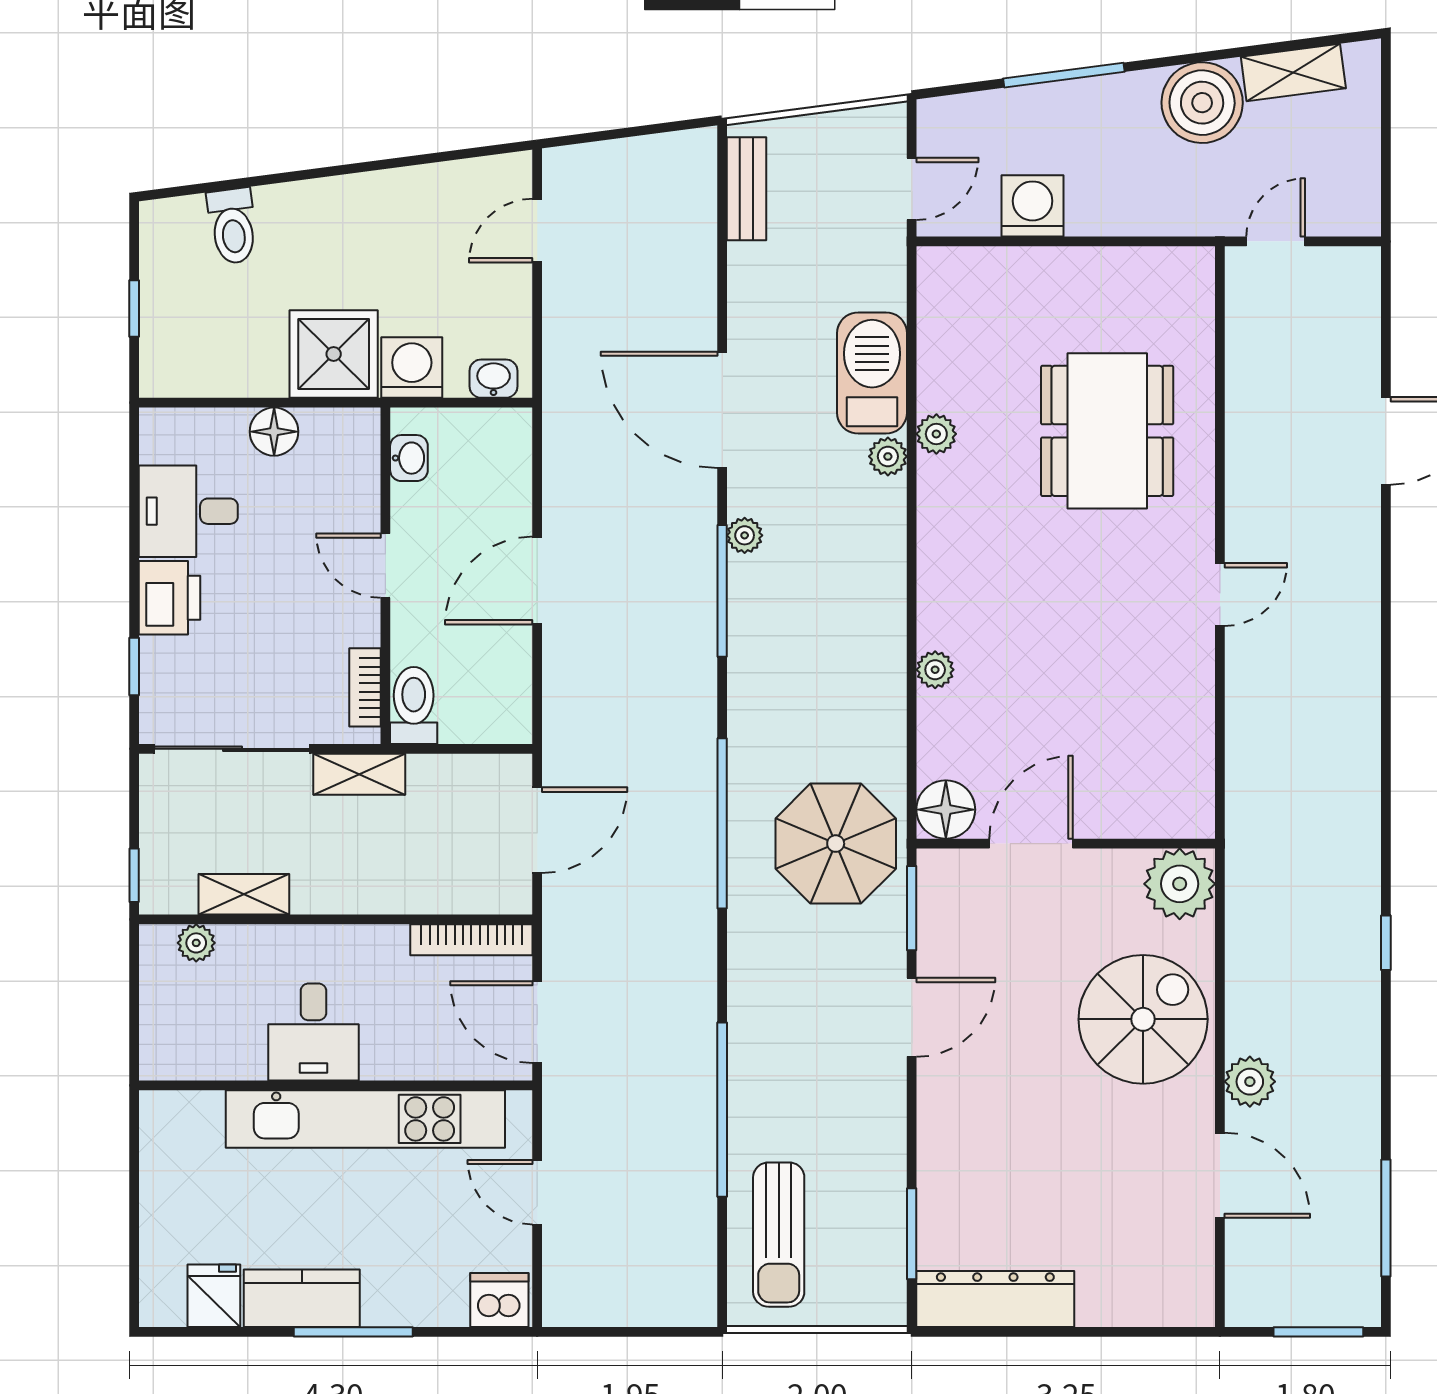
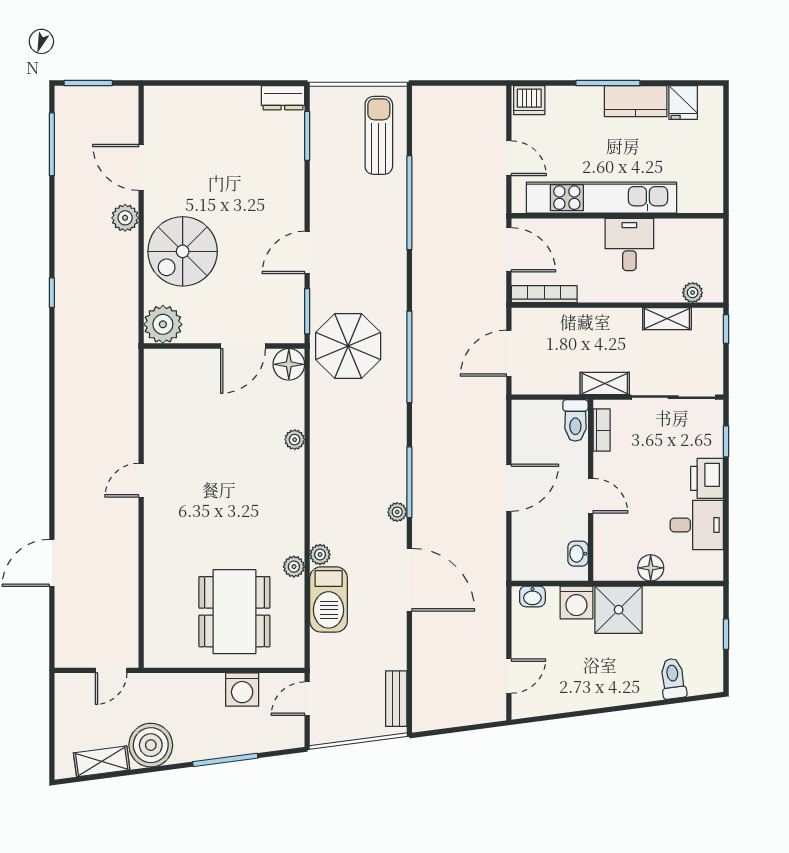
dining table: (1107, 431) -> (234, 612), moved
dresser: (995, 1299) -> (283, 98), width x0.51, depth x0.80

